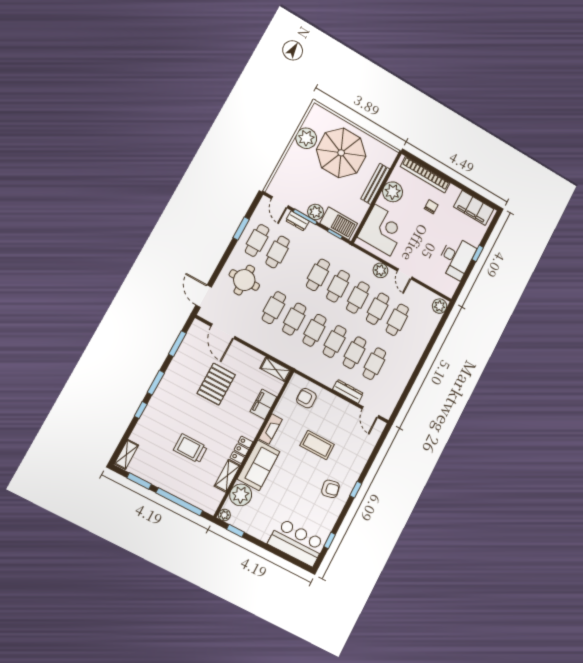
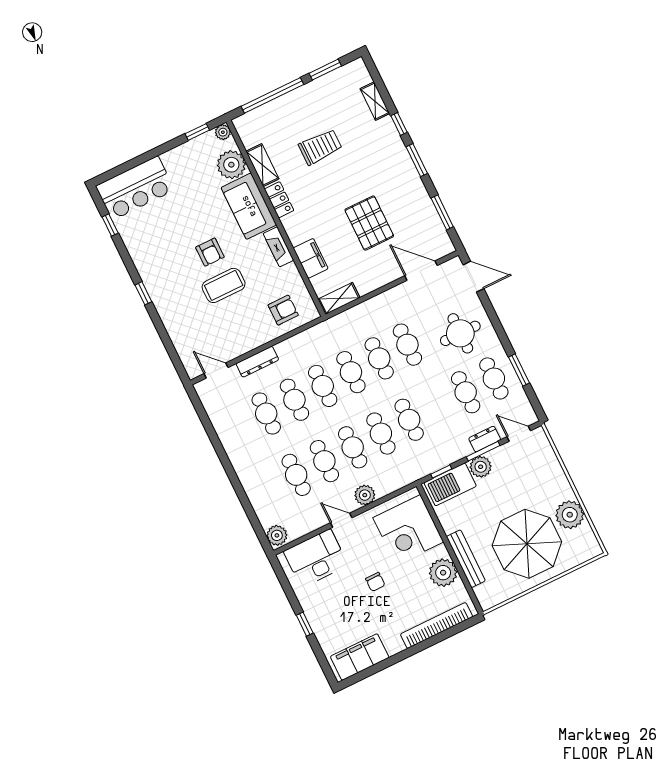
chair: (431, 207) -> (375, 582), moved
desk: (456, 258) -> (316, 558), moved, turned 90
shelving: (126, 454) -> (375, 101), moved
armchair: (330, 489) -> (210, 252), moved, turned -78

